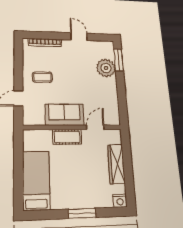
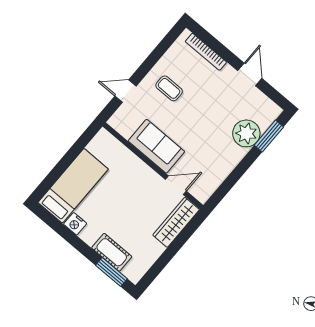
cot: (67, 137) -> (112, 252), moved
wardrobe: (116, 164) -> (176, 222), moved
nightstand: (120, 201) -> (75, 224), moved
window: (82, 213) -> (111, 272), moved

